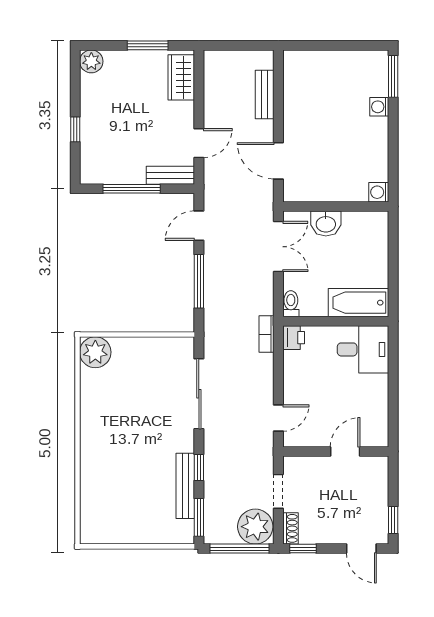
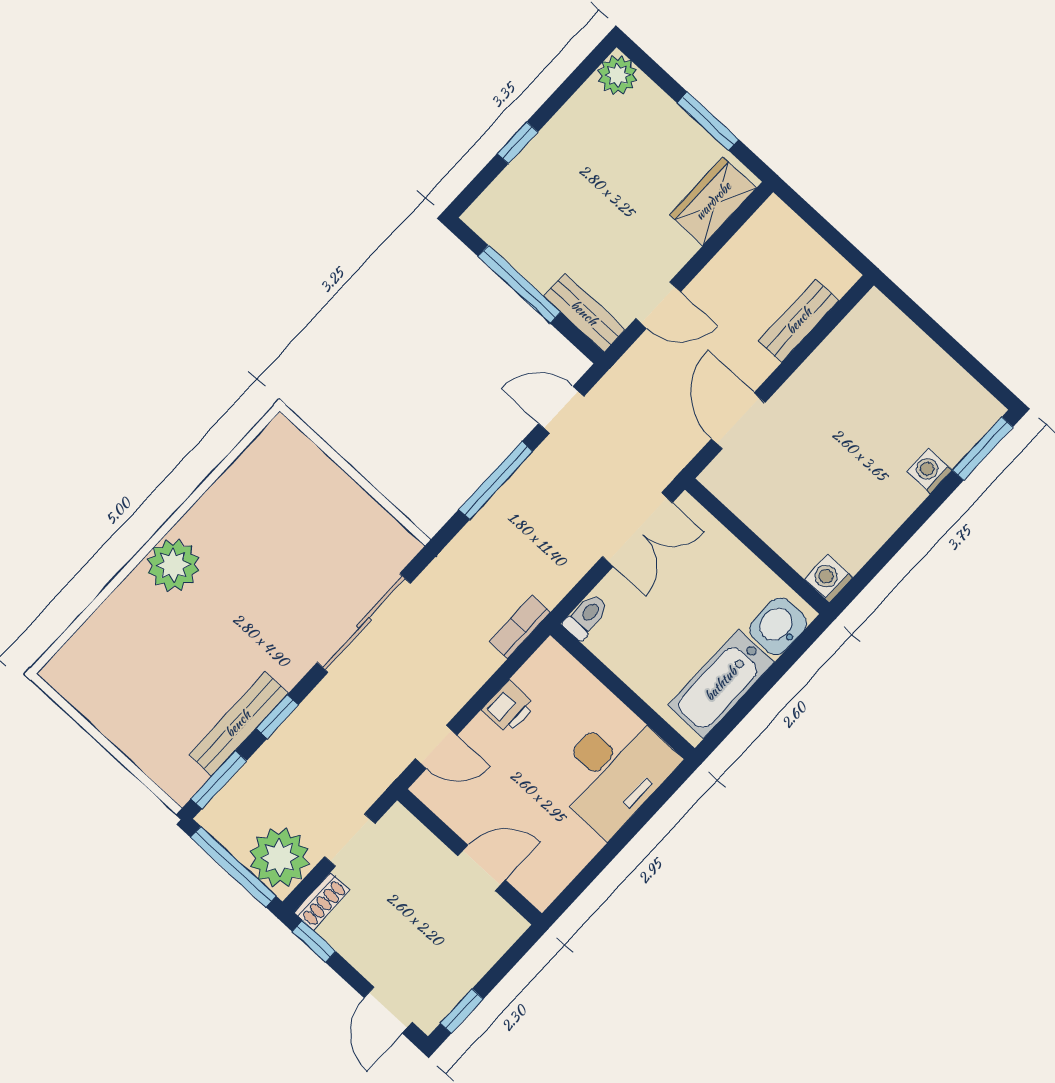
washbasin: (326, 224) -> (778, 626), moved, turned 90
bathtub: (359, 303) -> (721, 684), moved, turned -90
printer: (294, 338) -> (508, 708), moved
desk: (363, 349) -> (614, 771), width x1.37
plant: (95, 352) -> (173, 565), moved

